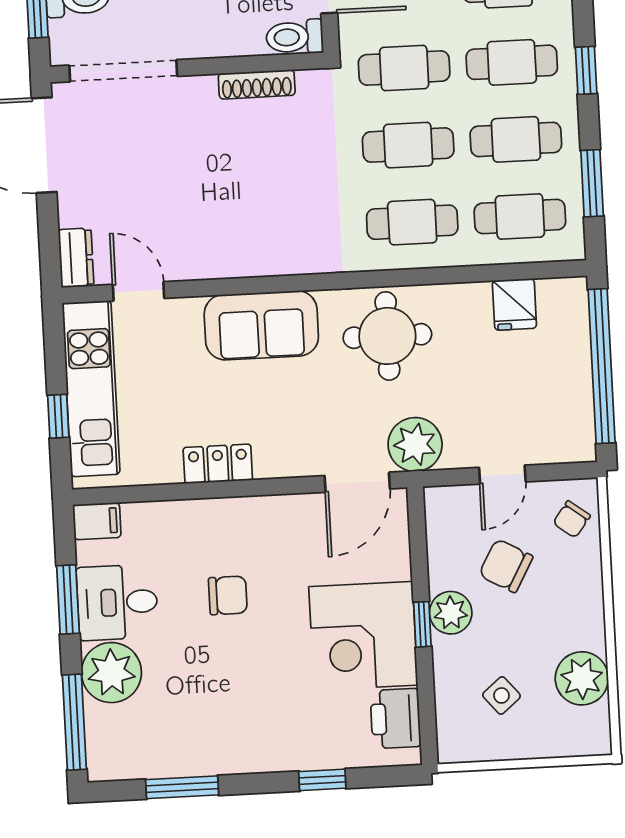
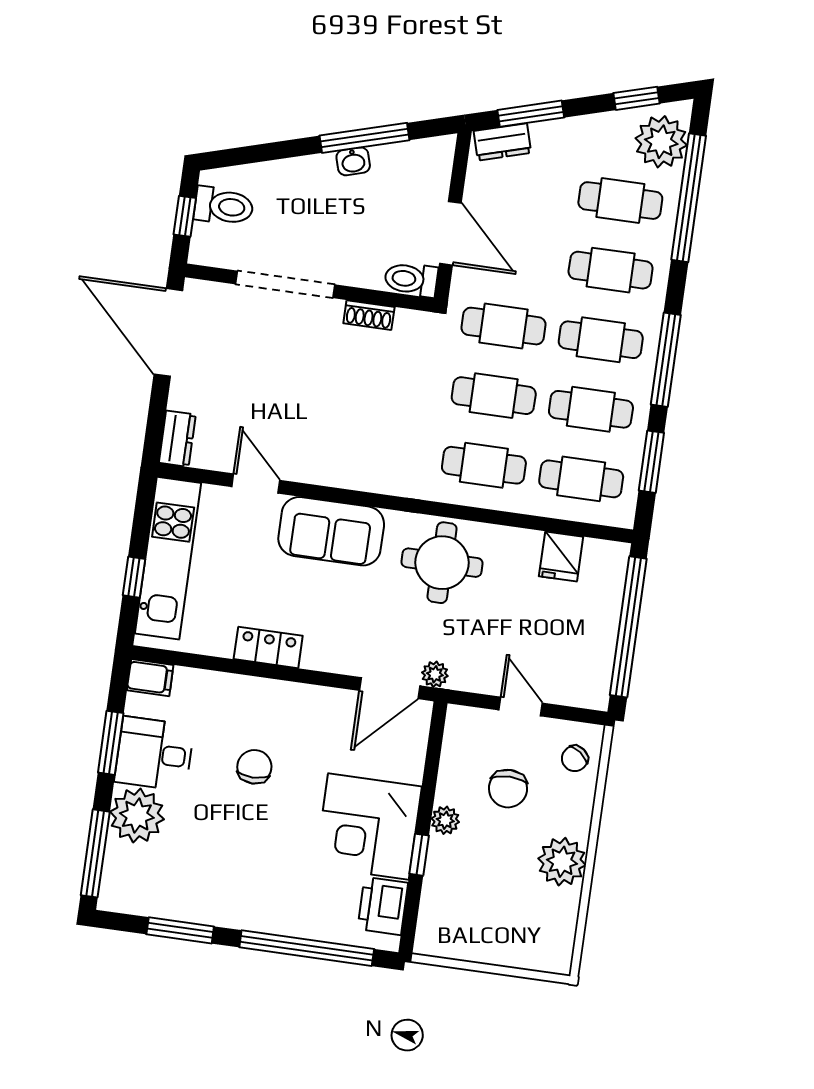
window: (586, 70) -> (666, 360), width x2.17
doorway: (123, 71) -> (285, 284), moved
shoe rack: (257, 84) -> (369, 315), width x0.70
door: (139, 291) -> (256, 484), moved
plant: (415, 445) -> (435, 674), width x0.53, depth x0.53
door: (502, 475) -> (521, 707), swing flipped
chair: (506, 566) -> (508, 789), turned -119
chair: (228, 595) -> (254, 767), turned -90
plant: (451, 613) -> (445, 820), width x0.73, depth x0.73
window: (422, 624) -> (419, 855), moved
plant: (582, 678) -> (562, 862), moved
side table: (501, 695) -> (482, 904), removed
window: (322, 780) -> (307, 948), width x3.17

